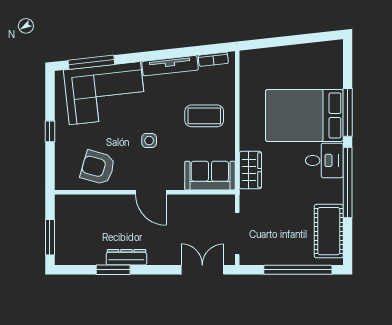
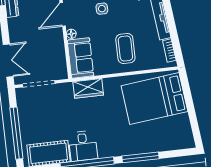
bed: (304, 115) -> (154, 99), moved, turned -96
desk: (324, 160) -> (83, 146), moved
floor lamp: (177, 184) -> (71, 34), added

